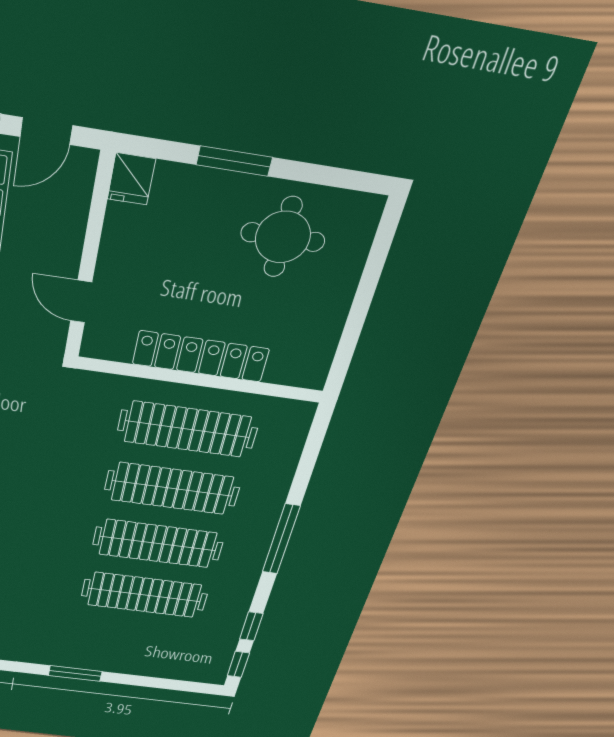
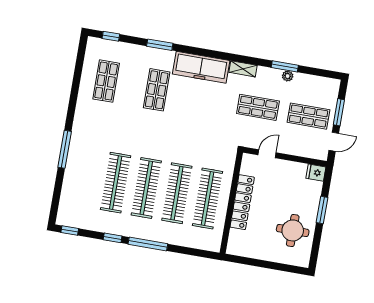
door: (46, 131) -> (334, 142), swing flipped
window: (251, 626) -> (113, 238), moved
window: (75, 673) -> (65, 149), width x1.44

